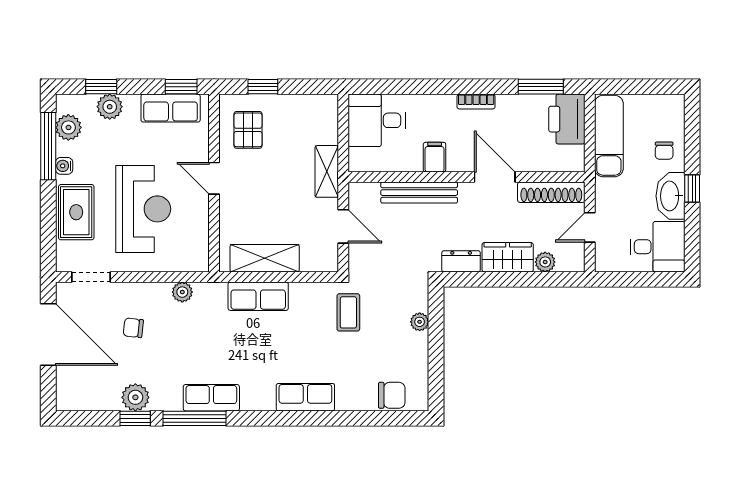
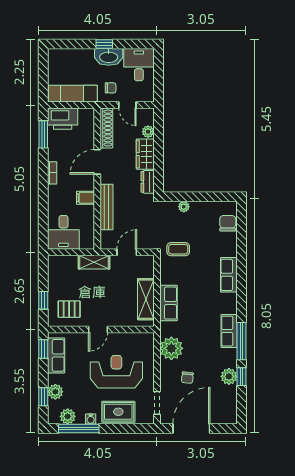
chair: (664, 151) -> (111, 88), moved
plant: (182, 292) -> (171, 348), width x1.87, depth x1.87

